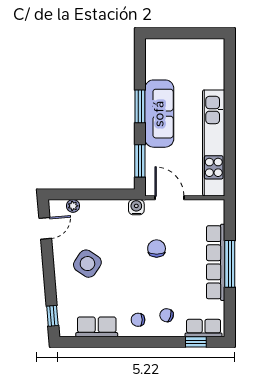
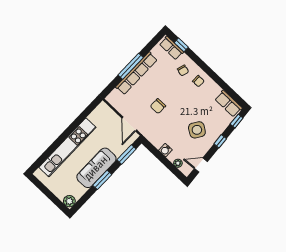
plant: (154, 47) -> (69, 201), added
kitchen unit: (214, 143) -> (67, 147), moved
water cooler: (136, 207) -> (165, 150), moved
window: (49, 276) -> (220, 141), added
row of seats: (97, 327) -> (228, 104), moved

